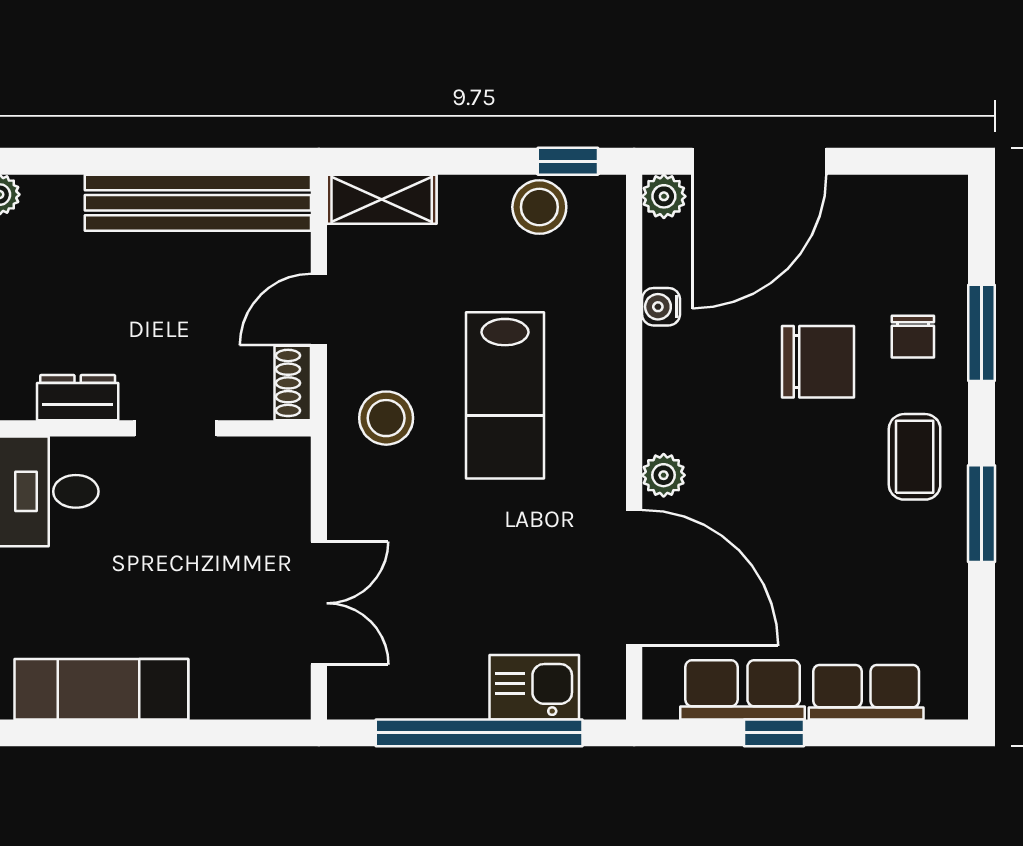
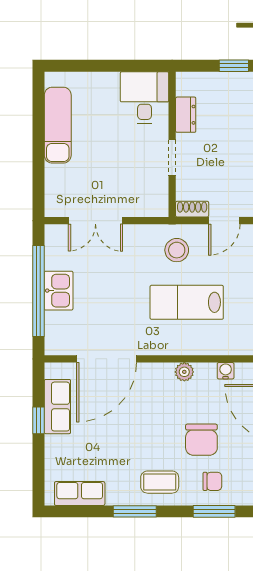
door: (319, 310) -> (224, 221), swing flipped
chair: (913, 337) -> (212, 481), turned 180
plant: (664, 475) -> (184, 372), moved
kitchen sink: (534, 687) -> (59, 291), moved
row of seats: (866, 692) -> (80, 494), moved, turned -90

